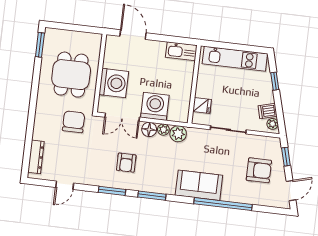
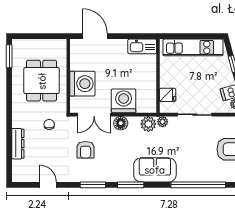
chair: (74, 122) -> (49, 124), width x0.54, depth x0.54
plant: (163, 130) -> (163, 122), moved
dresser: (36, 157) -> (18, 144), moved
armchair: (126, 163) -> (86, 150), moved
door: (65, 185) -> (48, 185), swing flipped
sofa: (199, 185) -> (155, 170), moved

